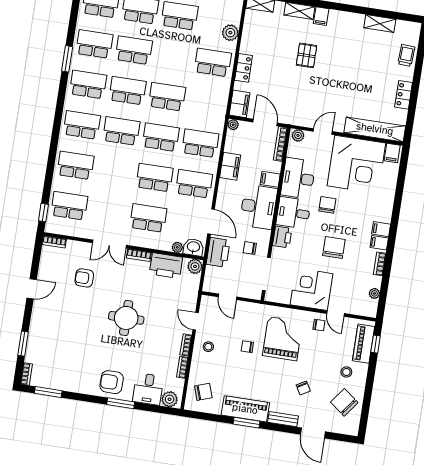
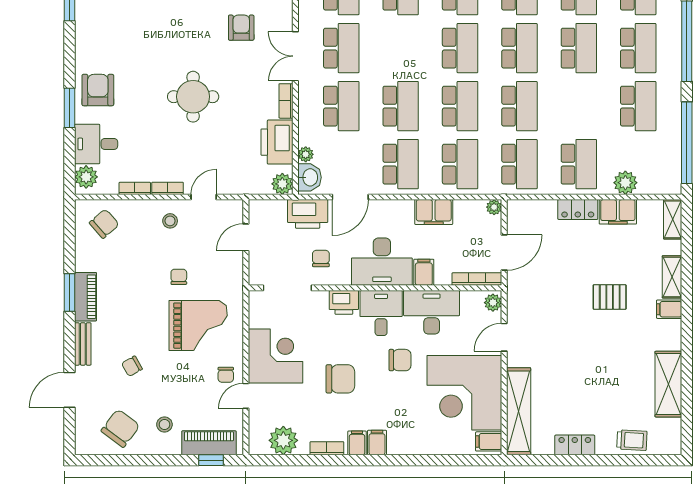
shelving: (380, 24) -> (668, 384), width x1.50, depth x1.33
school desk: (207, 103) -> (519, 164), added
filing cabinet: (240, 104) -> (618, 212), moved
door: (323, 131) -> (504, 337), swing flipped
school desk: (109, 212) -> (341, 48), added
plant: (374, 293) -> (283, 440), width x1.88, depth x1.88
chair: (203, 392) -> (104, 224), turned -112
piano: (245, 409) -> (86, 297), width x0.73, depth x0.75

